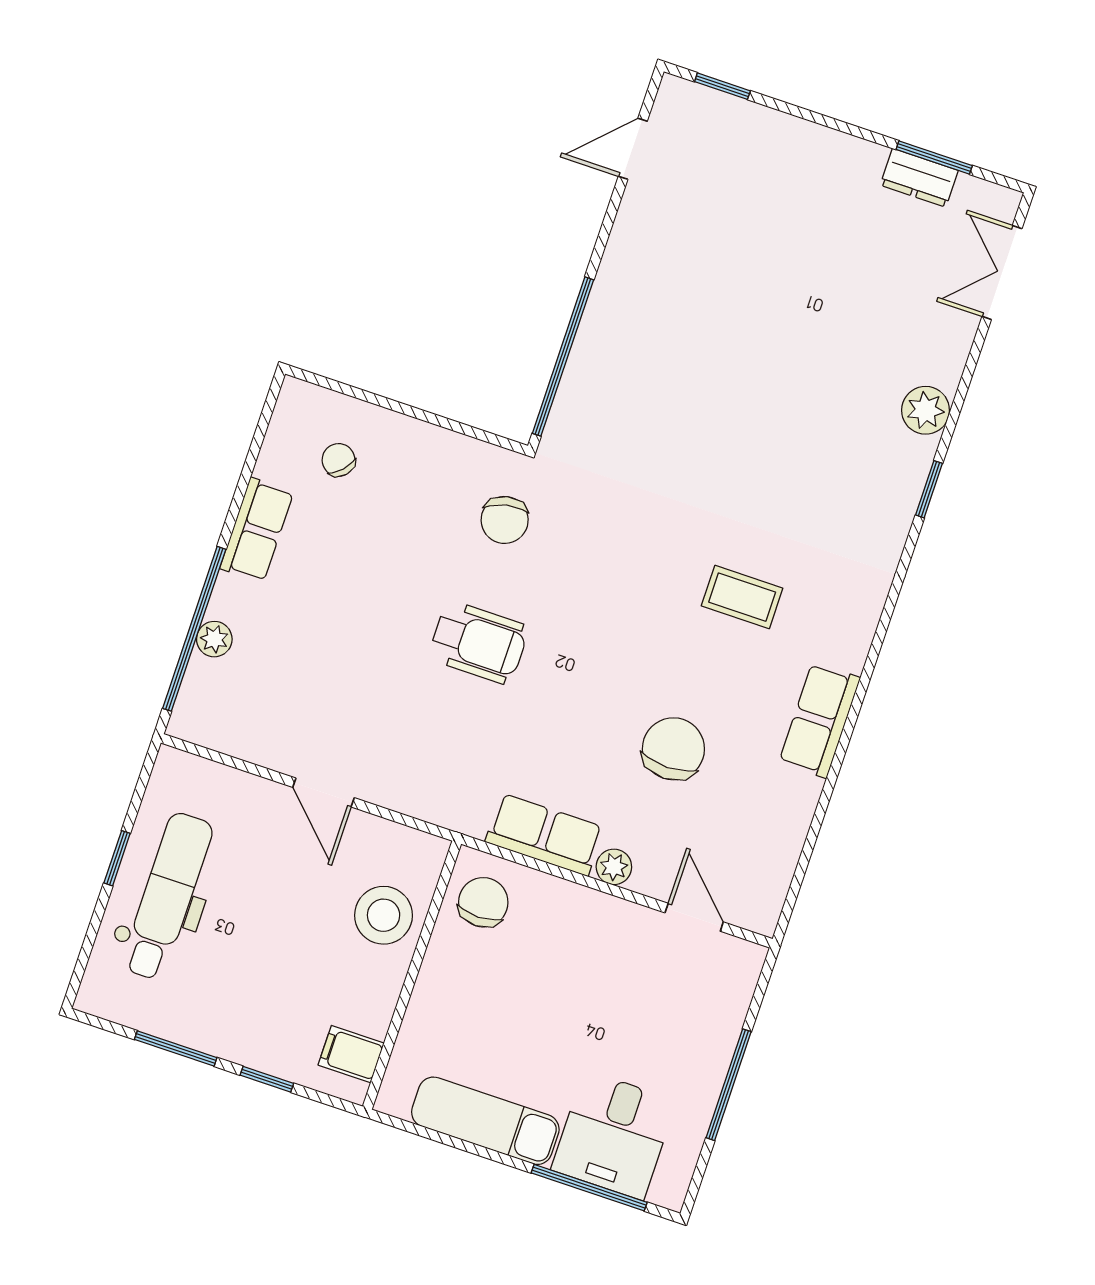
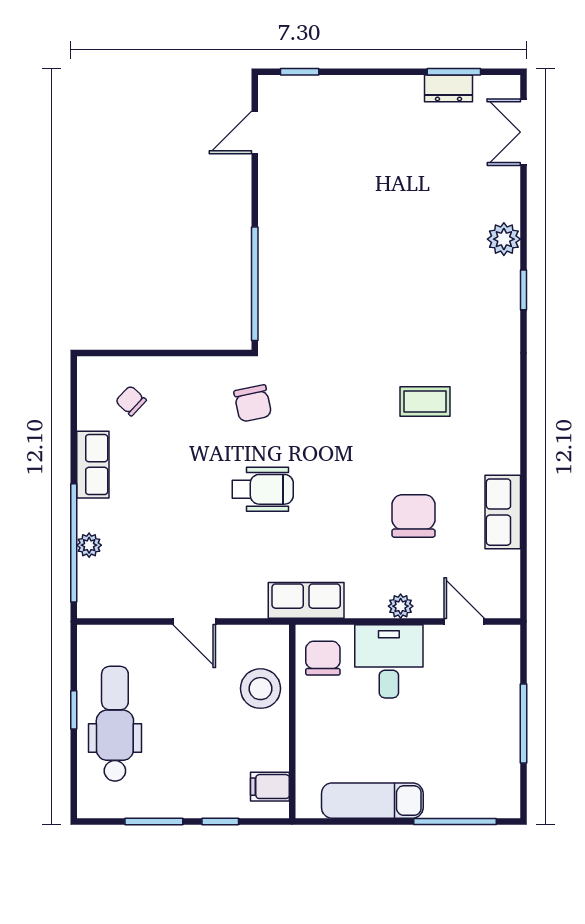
row of seats: (820, 720) -> (503, 512), moved
row of seats: (545, 835) -> (306, 600), moved
desk: (614, 1135) -> (389, 661), moved, turned 180

